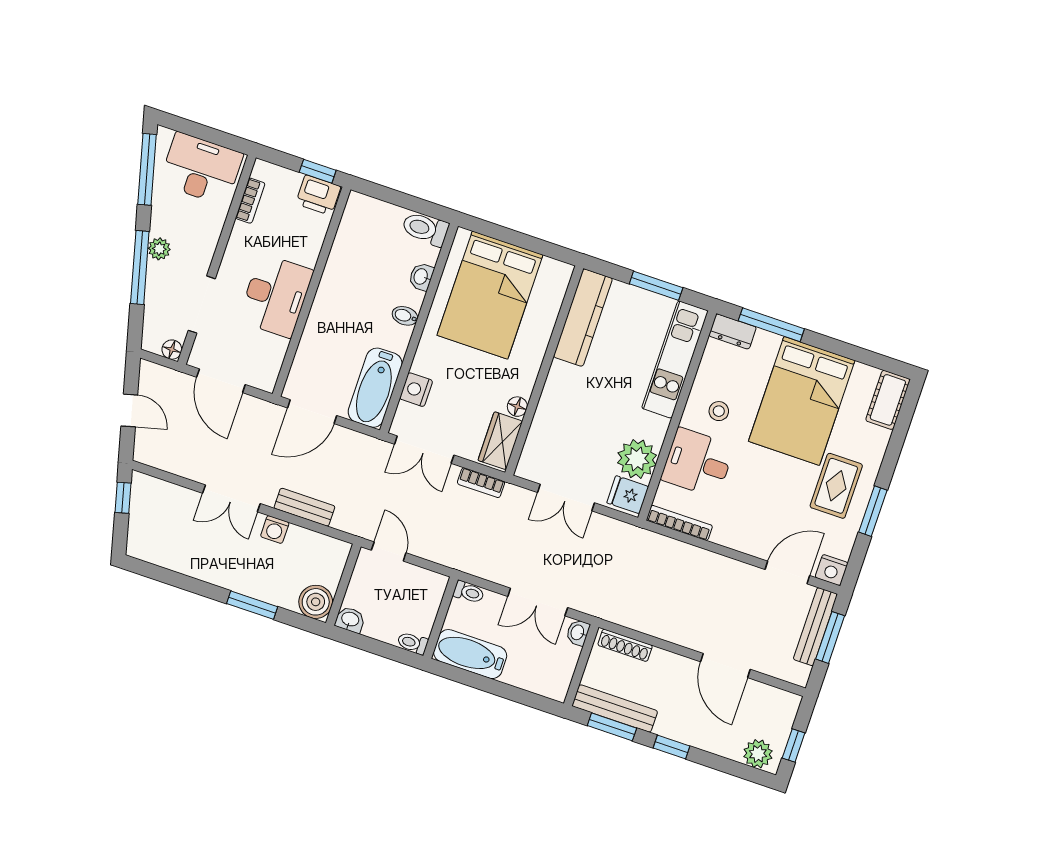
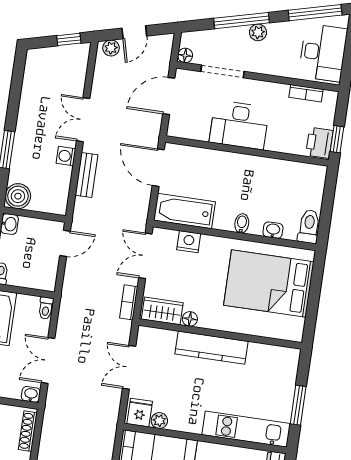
kitchen counter: (583, 318) -> (212, 348), moved
plant: (144, 445) -> (111, 48), added
plant: (637, 459) -> (159, 421), width x0.53, depth x0.53

